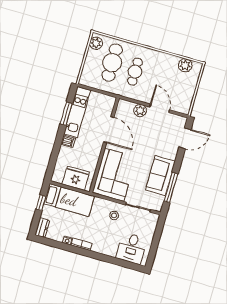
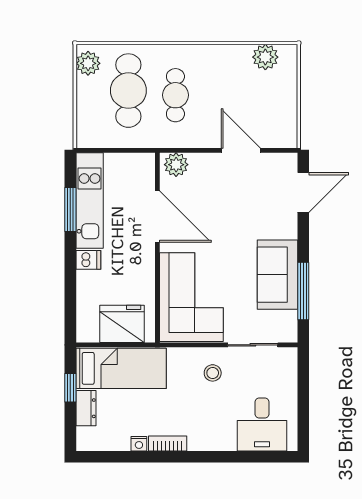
plant: (140, 111) -> (176, 165), moved
dresser: (42, 228) -> (86, 408), moved

